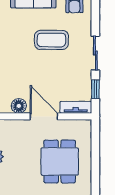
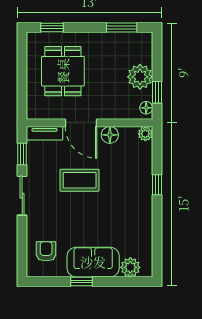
coffee table: (51, 40) -> (80, 180), moved

